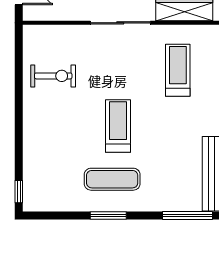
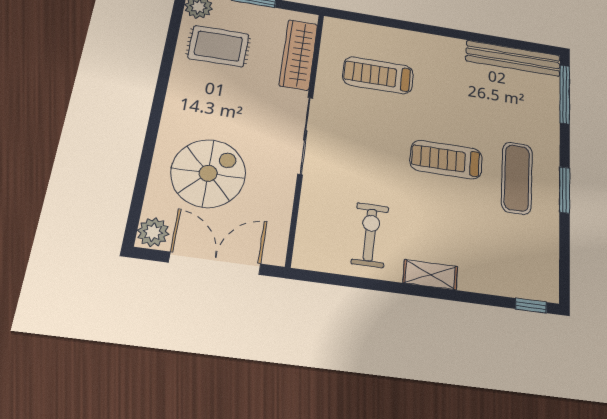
shelving: (31, 120) -> (430, 275), added

